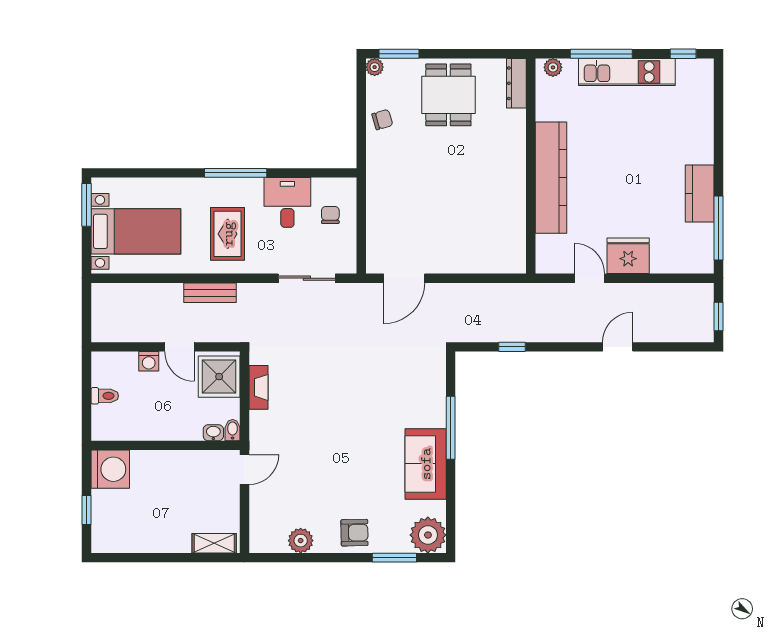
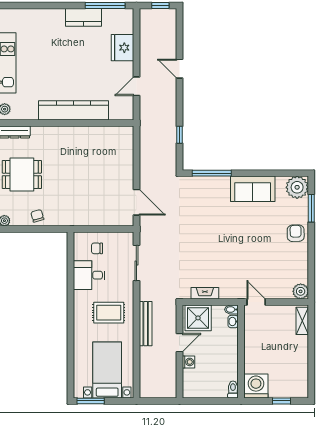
window: (236, 173) -> (71, 308), removed
fridge: (628, 256) -> (122, 48), moved
bench: (210, 293) -> (146, 324), width x1.36
toilet: (105, 396) -> (233, 389), moved
window: (451, 428) -> (212, 173), moved
plant: (301, 541) -> (301, 291), moved

